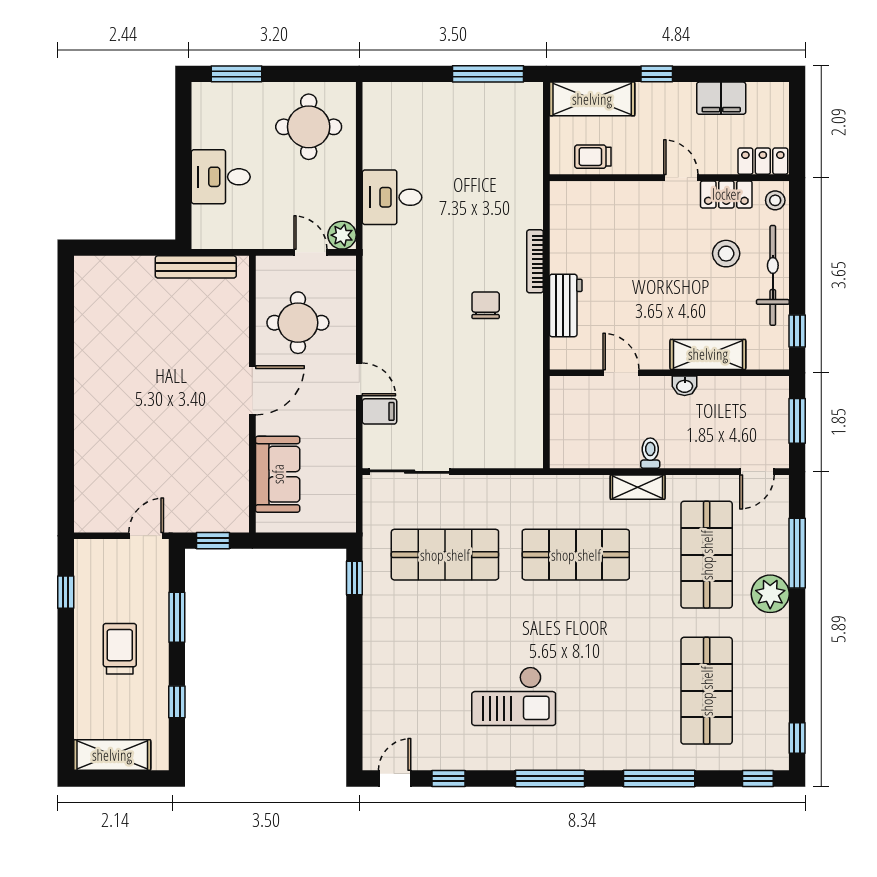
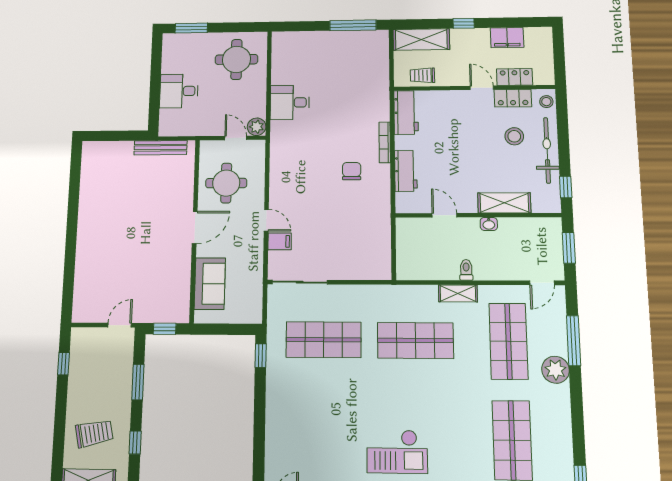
locker: (763, 161) -> (515, 77), moved
workbench: (567, 215) -> (406, 113), added
trolley: (120, 649) -> (94, 433), moved, turned 78
checkout: (514, 696) -> (397, 452), moved

